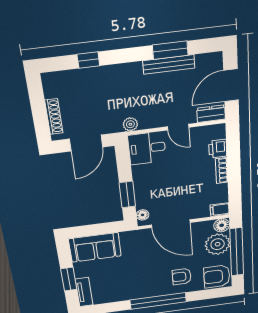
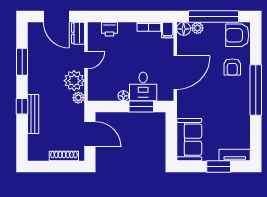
window: (88, 60) -> (22, 106), moved
bench: (169, 64) -> (33, 114), moved
plant: (151, 117) -> (74, 81), added
desk: (147, 148) -> (143, 86), moved
bookcase: (222, 171) -> (149, 27), moved
floor lamp: (143, 215) -> (123, 96), moved
plant: (218, 244) -> (197, 28), width x0.53, depth x0.53
armchair: (217, 276) -> (237, 35), turned 90

